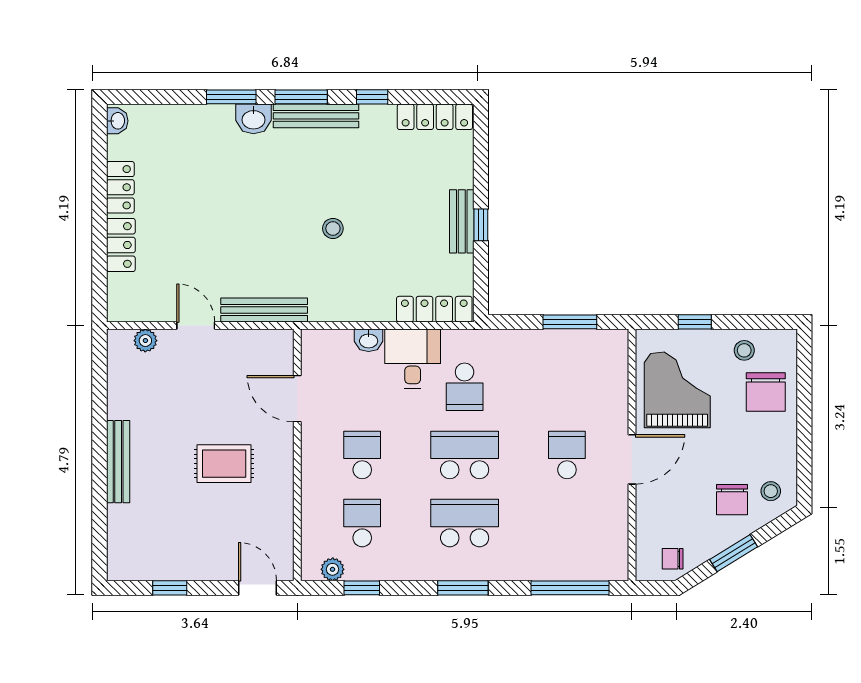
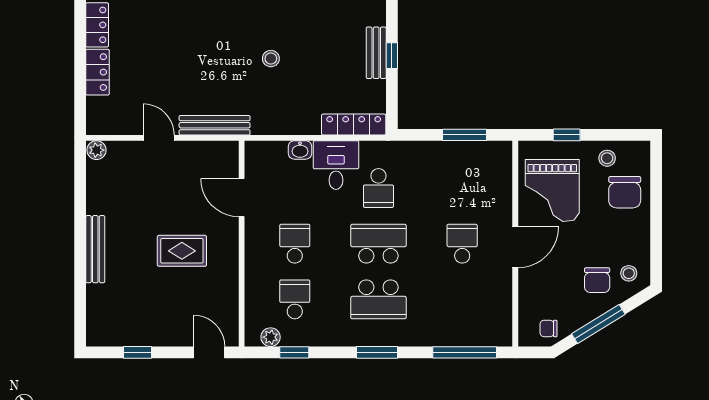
plant: (145, 341) -> (96, 150), moved
grand piano: (677, 390) -> (552, 190), turned 180
school desk: (465, 523) -> (378, 299), turned 180
window: (734, 553) -> (598, 324), width x1.44

